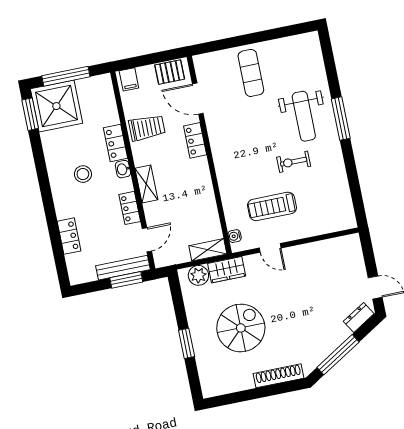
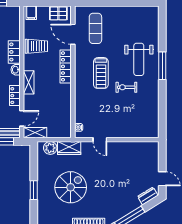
exercise mat: (251, 73) -> (95, 28), moved
locker: (195, 140) -> (66, 66), width x1.53
treadmill: (272, 206) -> (101, 73), moved, turned -90
shelving: (208, 250) -> (35, 133), moved

